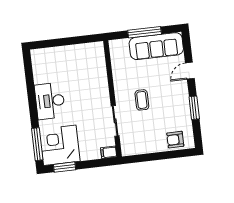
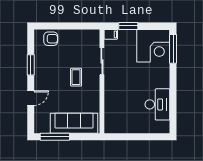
window: (145, 32) -> (55, 137), moved
sofa: (156, 46) -> (74, 123), moved
desk: (50, 101) -> (157, 104), moved
window: (65, 167) -> (128, 26), moved

